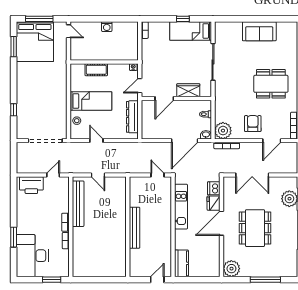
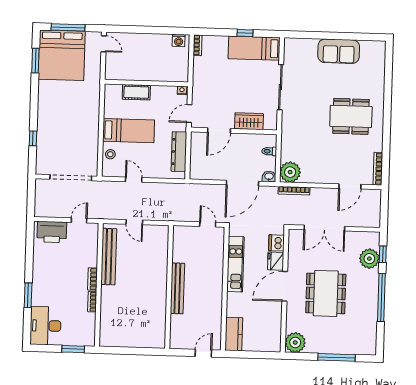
washing machine: (107, 27) -> (179, 40), moved
armchair: (253, 124) -> (327, 165), removed
desk: (32, 256) -> (46, 326), width x0.73, depth x0.77

